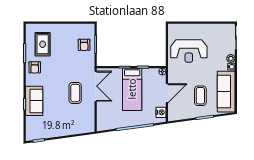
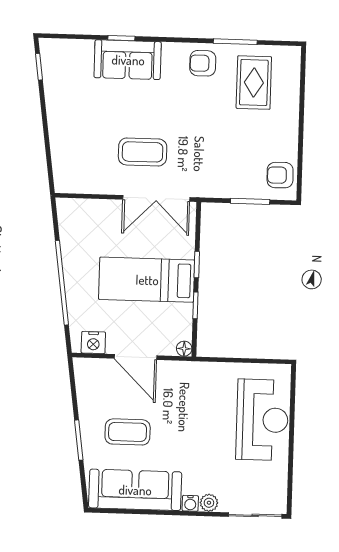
rug: (43, 44) -> (254, 83), turned 90
armchair: (84, 45) -> (280, 175), moved
reception desk: (189, 51) -> (262, 420), moved, turned 180

